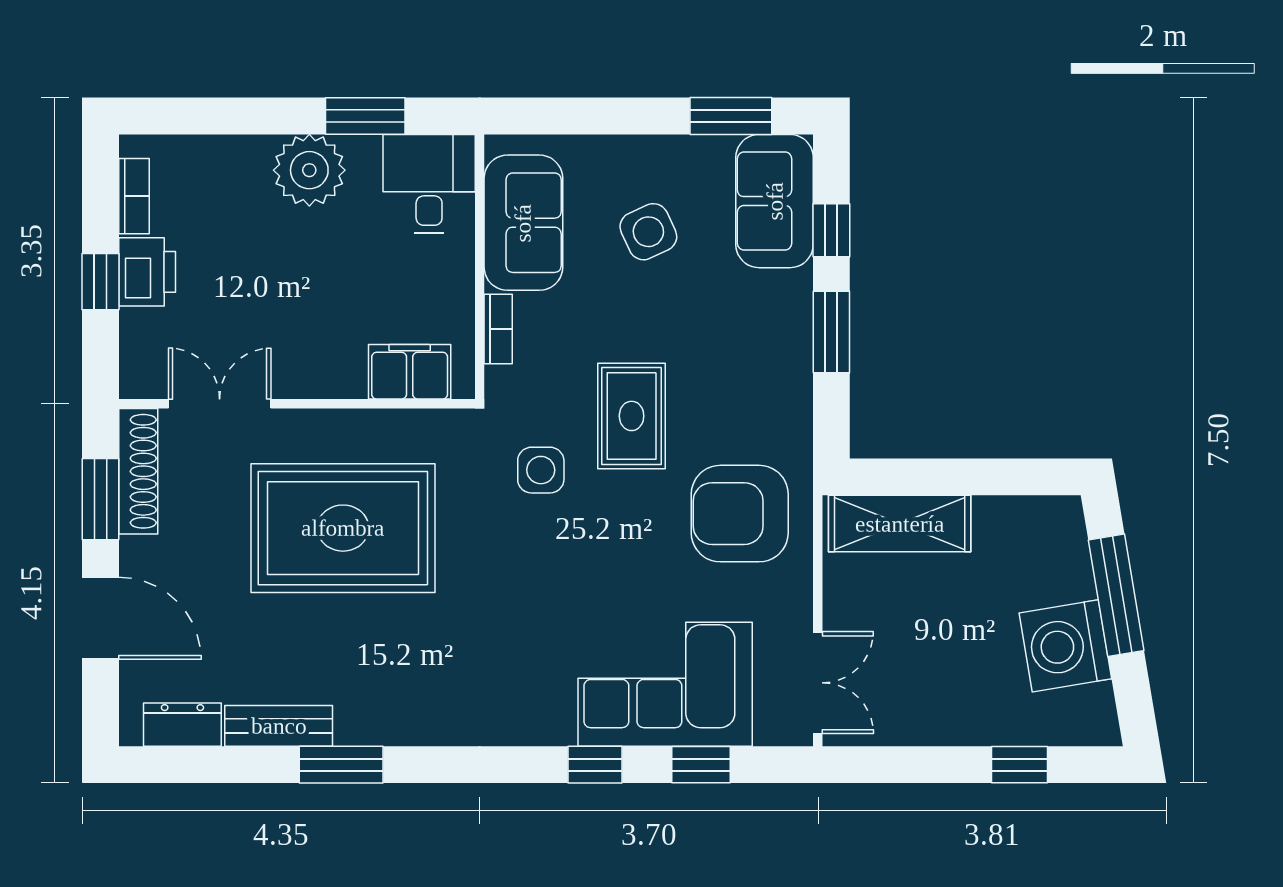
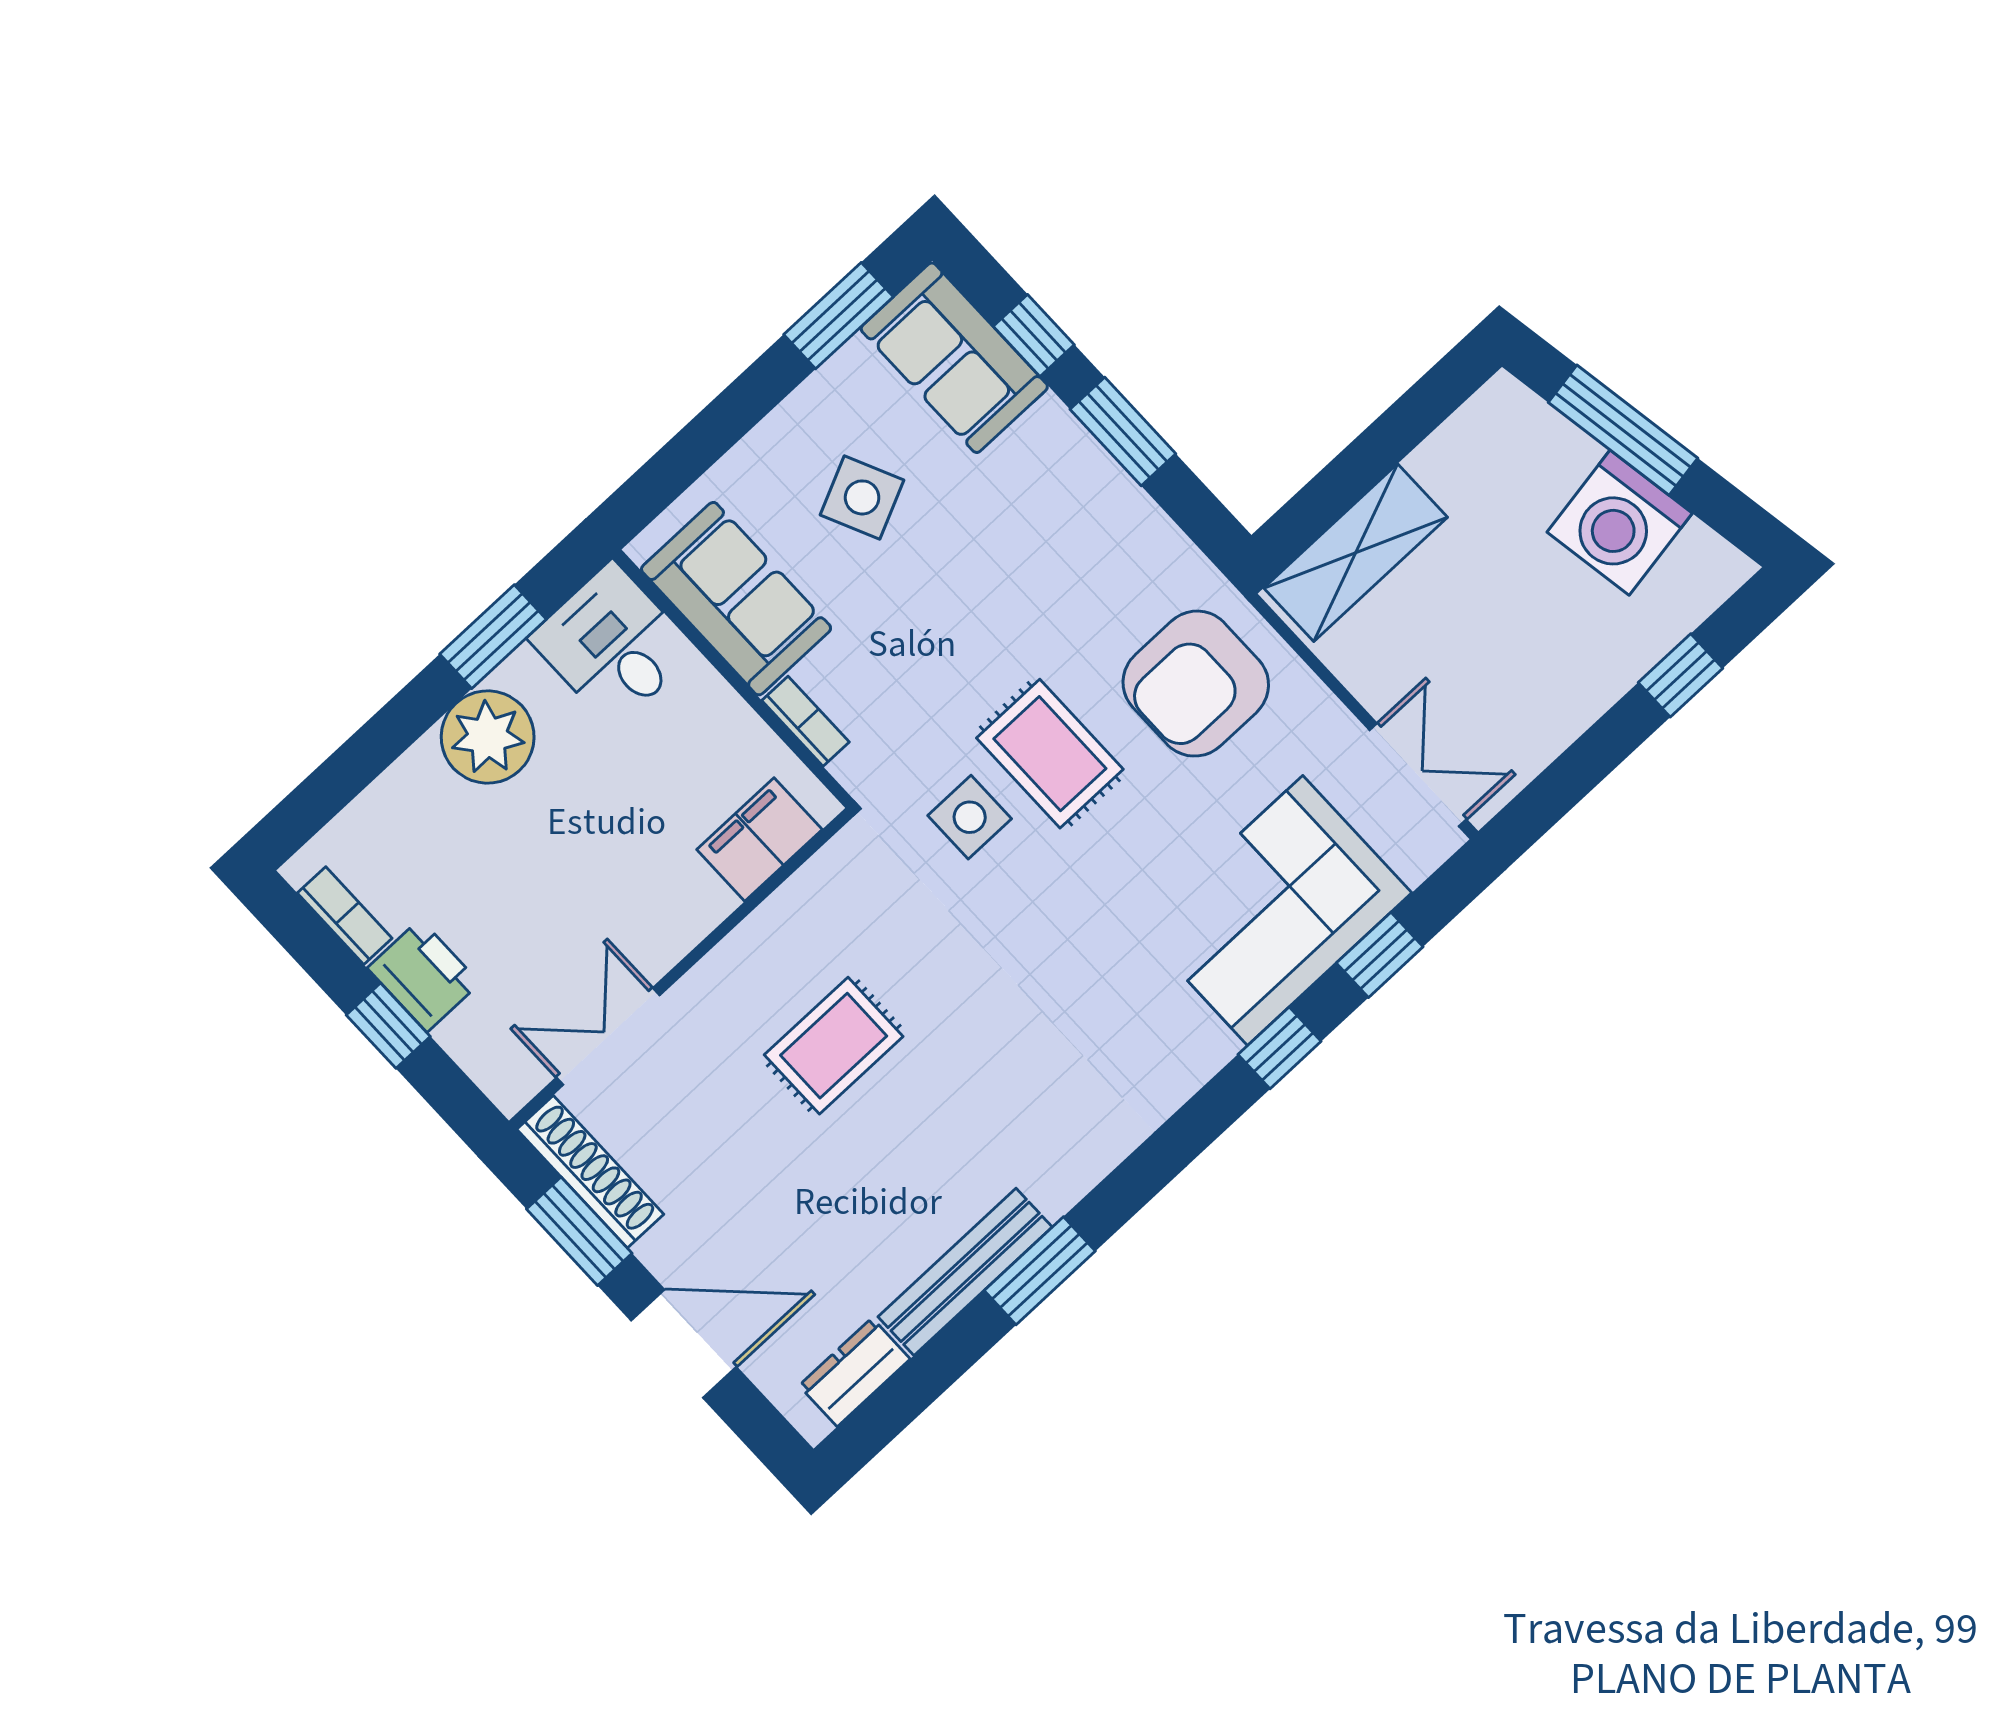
rug: (632, 416) -> (1050, 754), moved
rug: (343, 528) -> (834, 1046), width x0.54, depth x0.49
bench: (279, 726) -> (965, 1272), width x1.36

